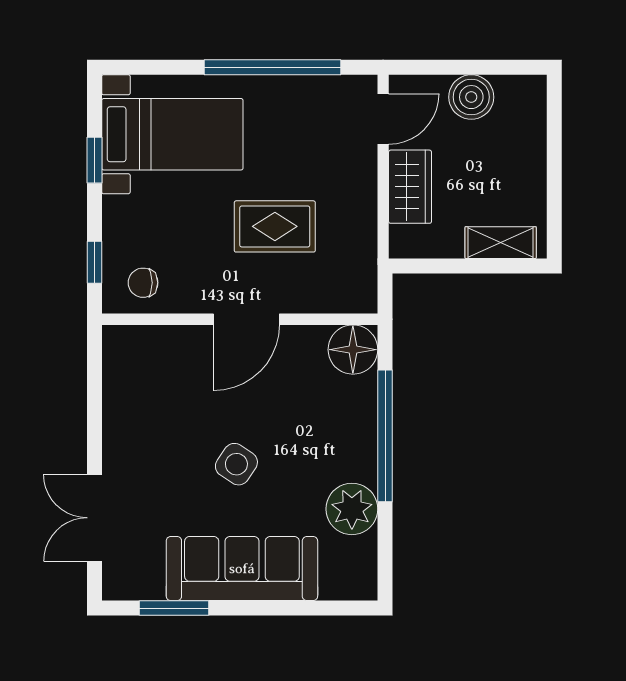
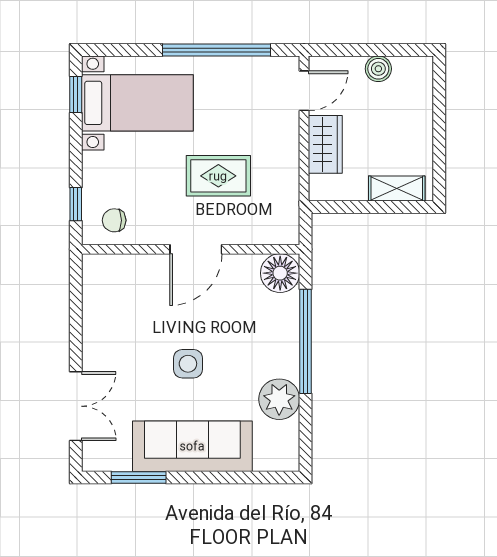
boiler: (471, 97) -> (378, 69), width x0.73, depth x0.73
window: (94, 160) -> (76, 94), moved
side table: (236, 464) -> (188, 364), turned -34
double door: (94, 518) -> (76, 406), swing flipped

